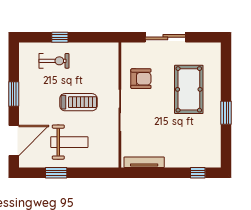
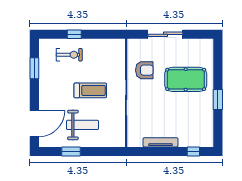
pool table: (189, 89) -> (186, 79), turned 90
window: (14, 94) -> (34, 68), moved
tv unit: (144, 162) -> (161, 142), moved

